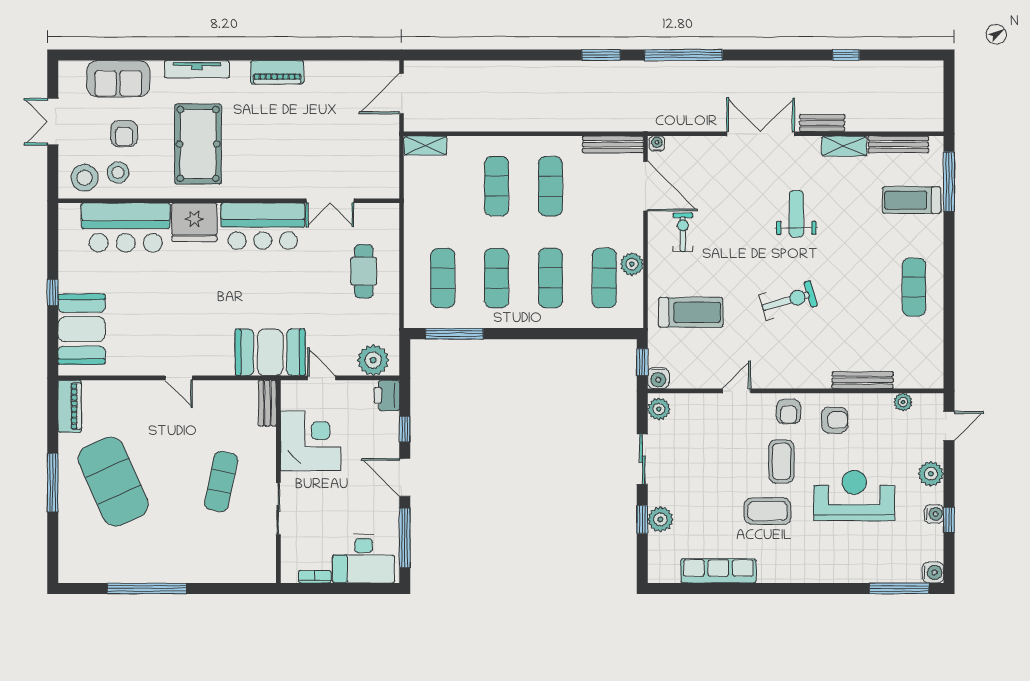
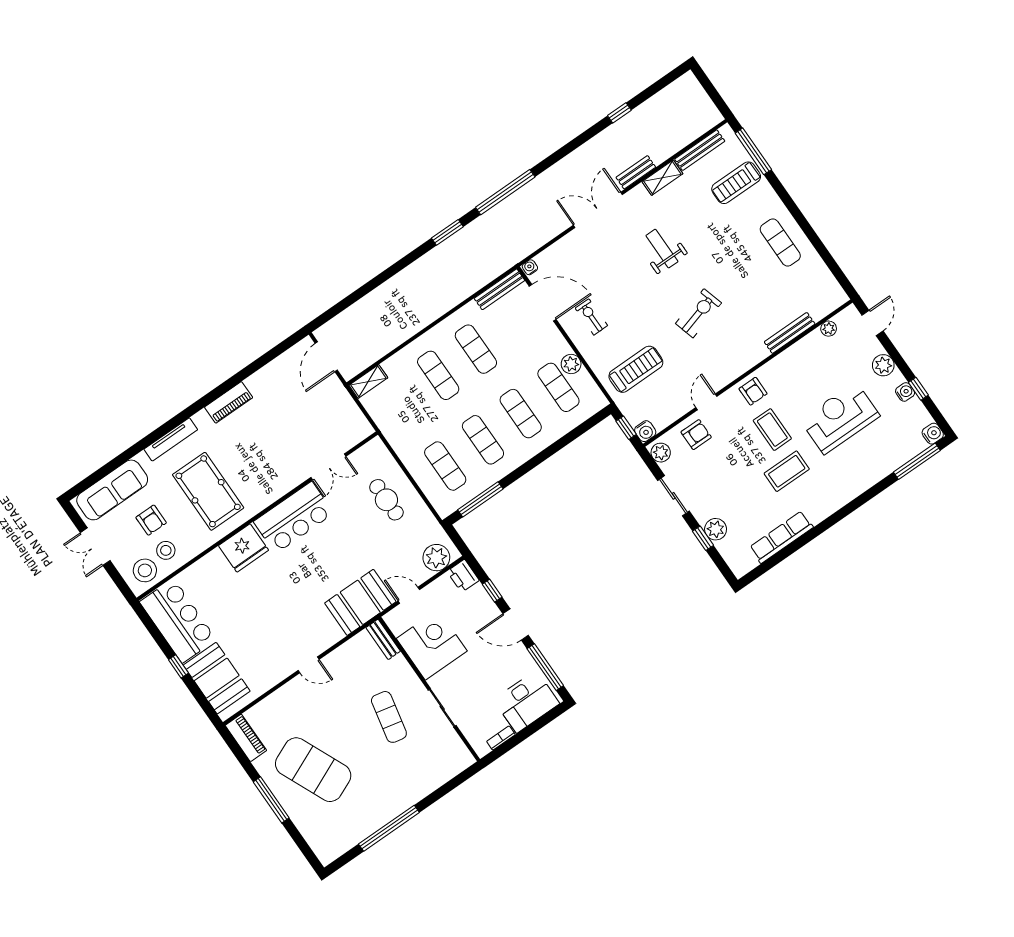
sofa: (118, 79) -> (112, 490), width x1.36
bar counter: (126, 228) -> (178, 621), moved, turned -90
armchair: (834, 420) -> (696, 435), moved

